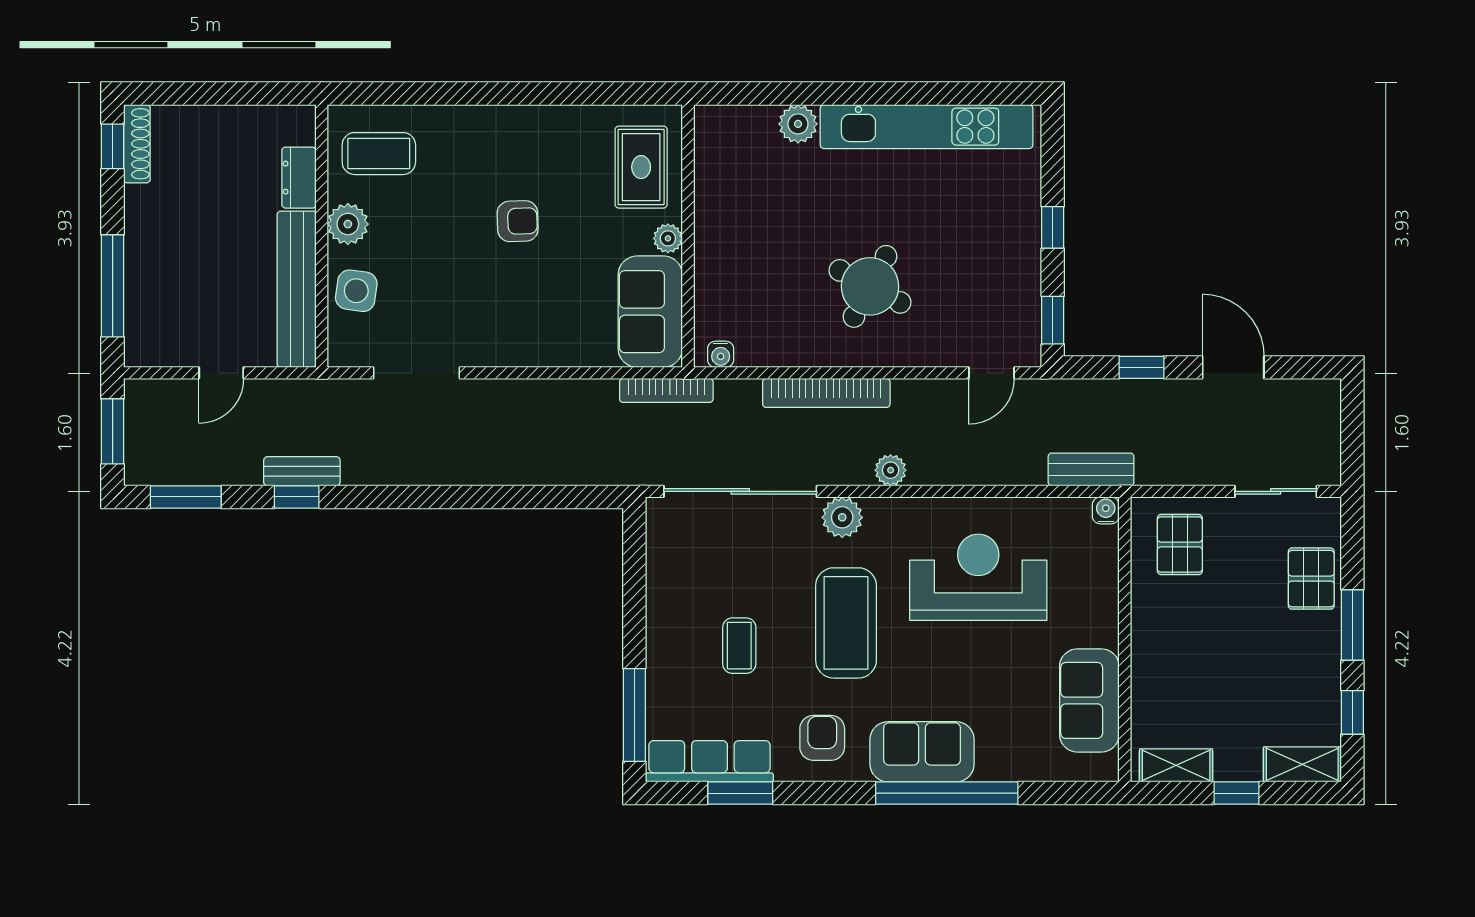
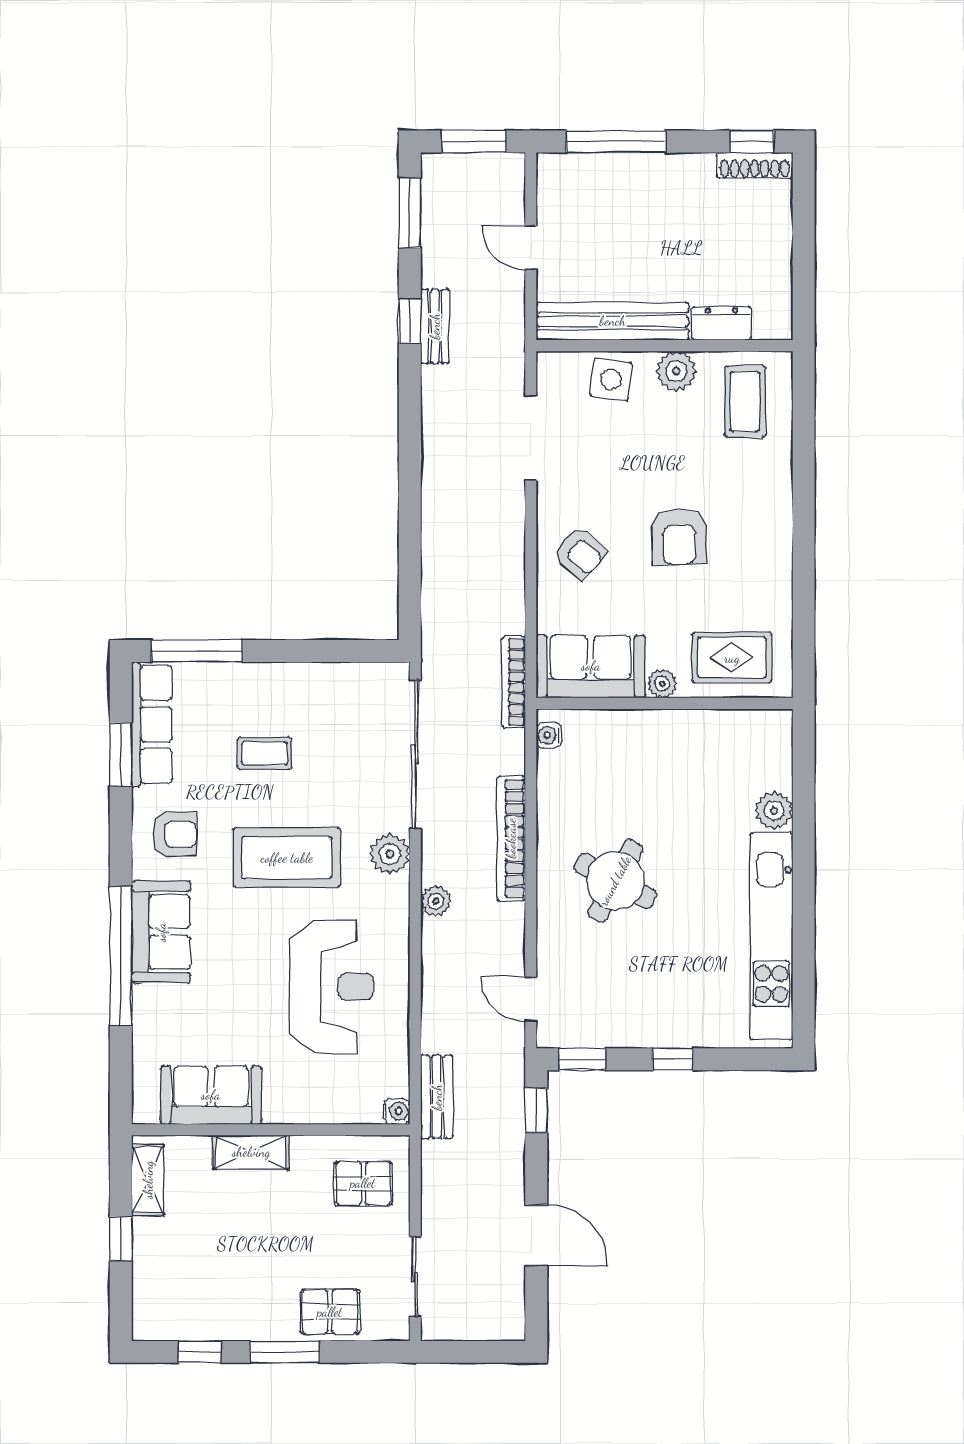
armchair: (518, 221) -> (679, 537), width x1.38, depth x1.38
armchair: (534, 323) -> (580, 553), added
window: (1141, 367) -> (536, 1110), moved
door: (1233, 367) -> (536, 1235), hinge flipped
shelving: (1302, 764) -> (251, 1152), moved, turned 90

